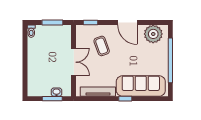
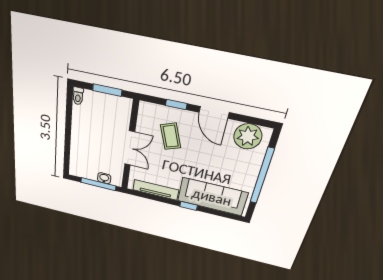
window: (90, 23) -> (176, 105), moved
window: (52, 99) -> (98, 184), width x1.44

